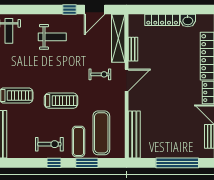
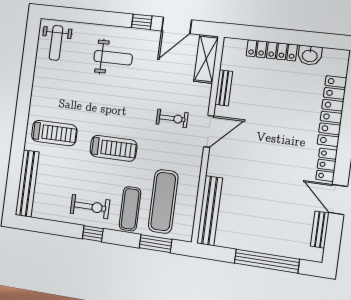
shelving: (118, 38) -> (206, 59), width x0.68
window: (87, 163) -> (156, 244), moved

